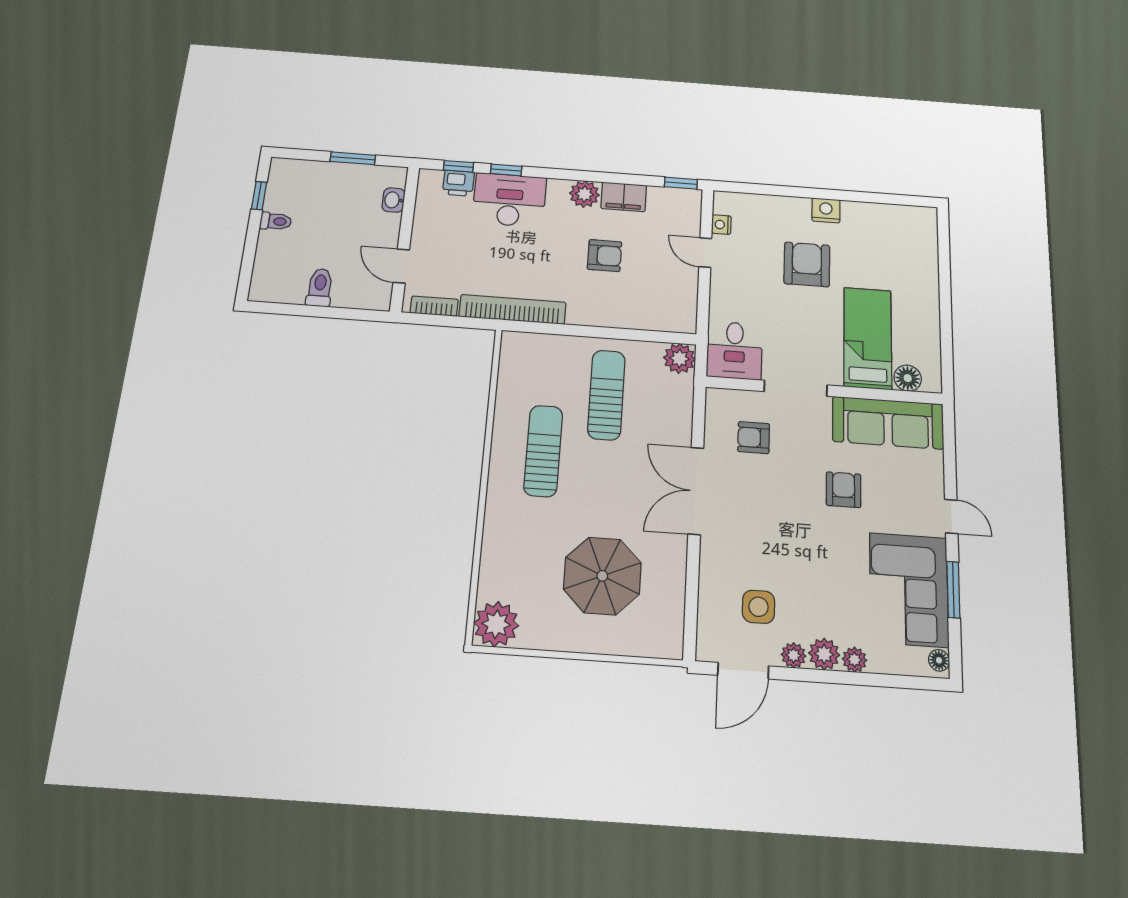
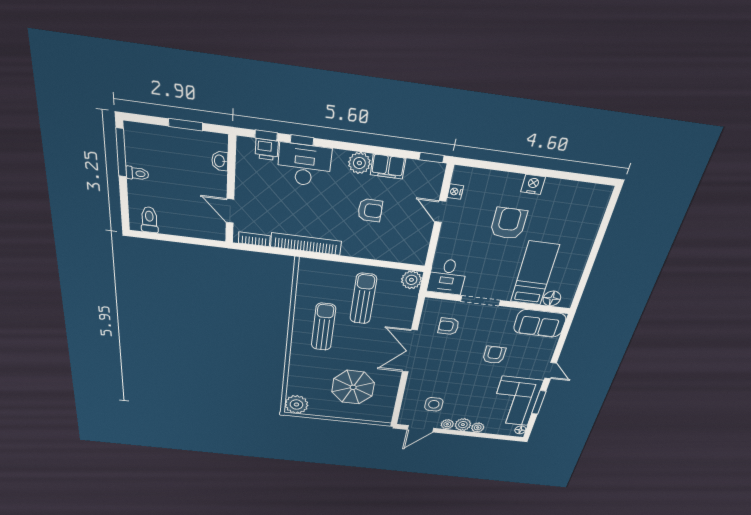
window: (259, 196) -> (121, 153), width x2.17
toilet: (320, 288) -> (149, 220), moved
sofa: (888, 423) -> (540, 323), width x0.73

